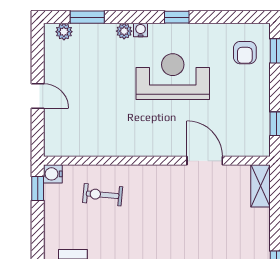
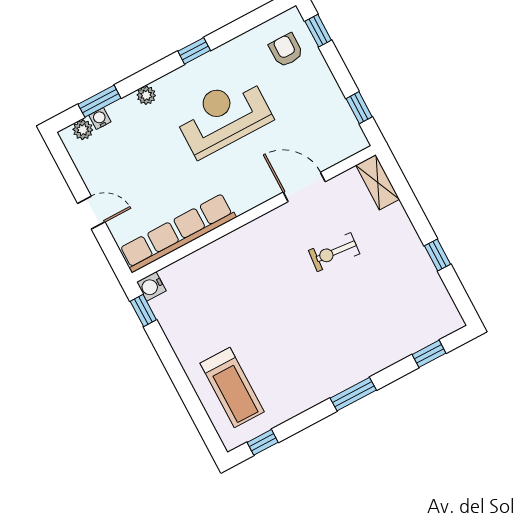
water cooler: (141, 30) -> (100, 118), moved
armchair: (245, 53) -> (286, 50), turned 180
row of seats: (93, 145) -> (178, 233), added
exercise bike: (103, 195) -> (334, 252), moved

